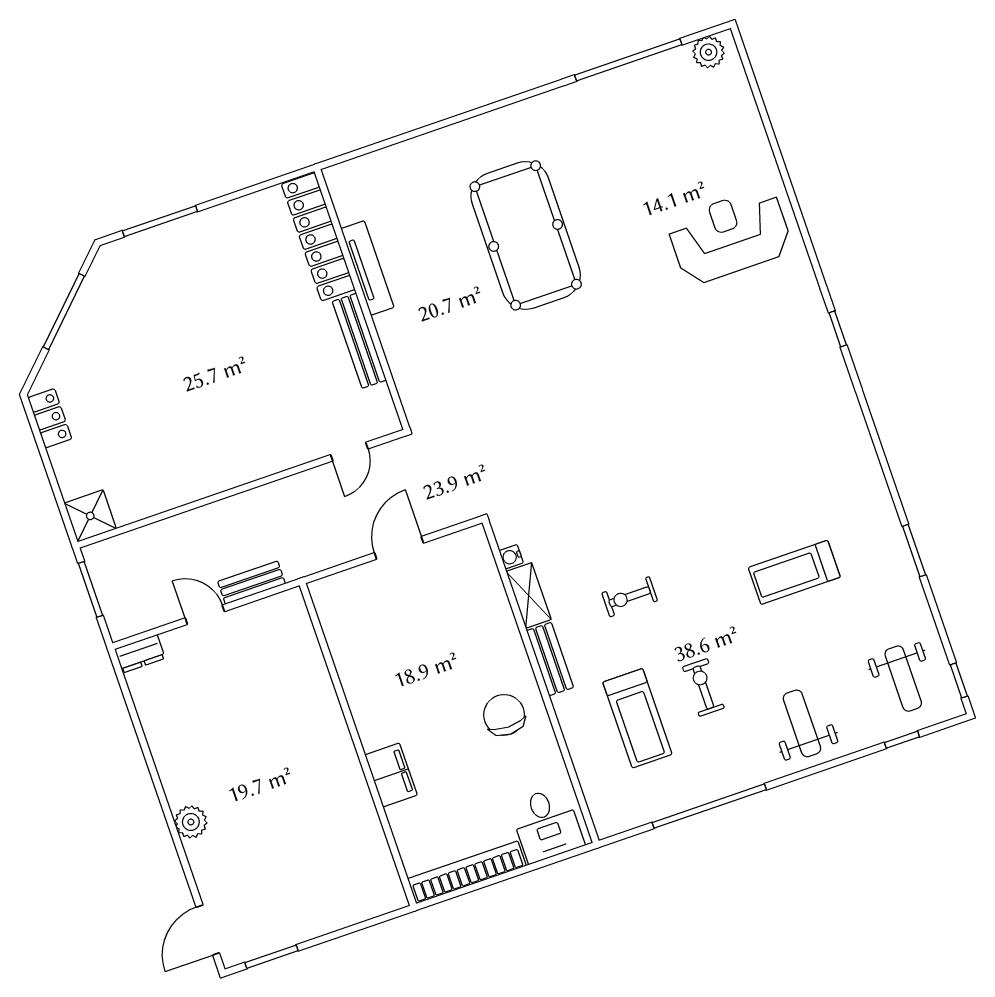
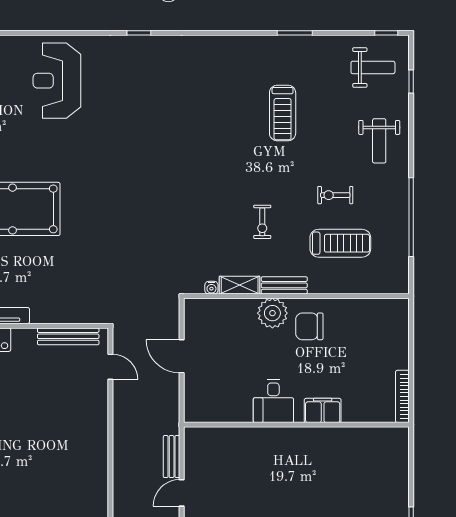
bench: (359, 341) -> (68, 336), moved
plant: (505, 656) -> (272, 313), added
weight bench: (802, 723) -> (379, 141), turned -90
desk: (547, 824) -> (273, 401), moved, turned 90
bookcase: (467, 872) -> (402, 396), width x0.68, depth x0.76

